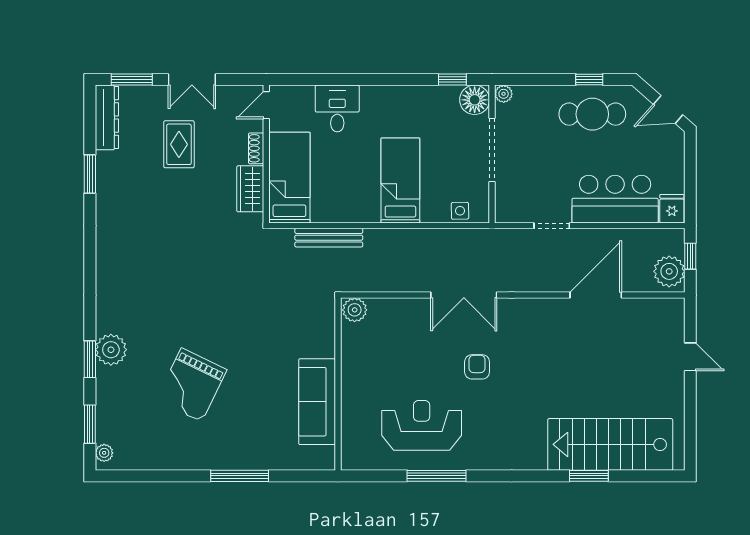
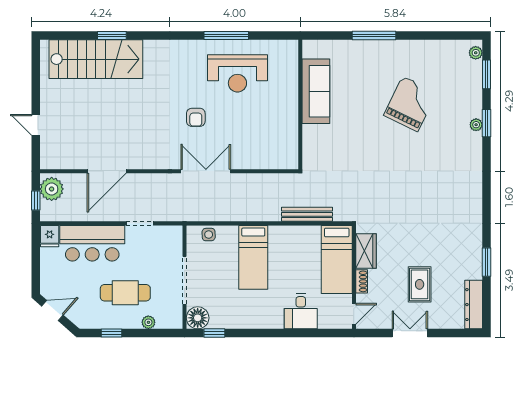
window: (132, 80) -> (455, 333), removed
plant: (504, 94) -> (148, 322), moved
cafe table: (592, 114) -> (125, 293), moved
plant: (355, 310) -> (288, 160), removed
plant: (111, 350) -> (476, 125), width x0.53, depth x0.53

